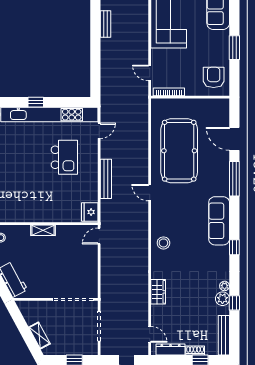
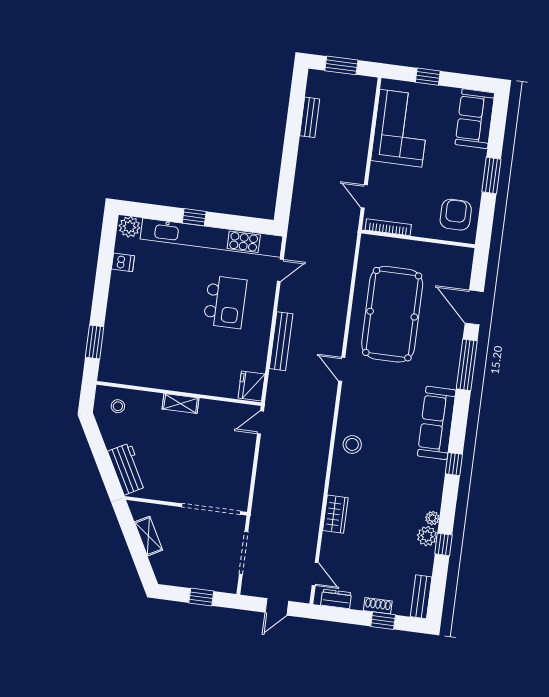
shelving: (39, 335) -> (149, 536), moved
bench: (224, 335) -> (421, 597), width x0.73
dresser: (171, 349) -> (336, 599), width x0.70

